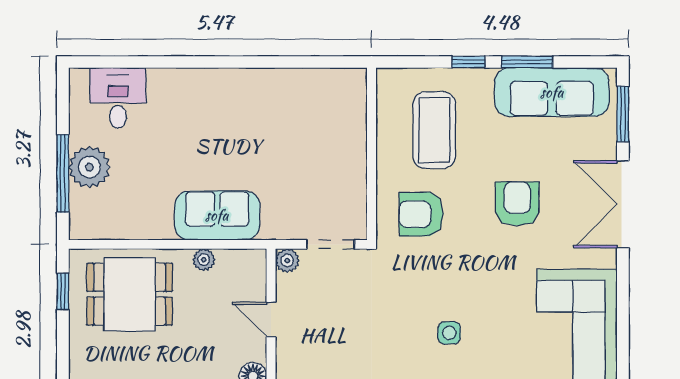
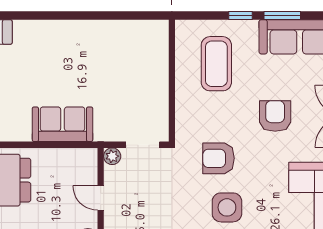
armchair: (421, 214) -> (218, 158), moved
plant: (204, 260) -> (53, 156), removed
side table: (449, 333) -> (227, 207), width x1.87, depth x1.87

